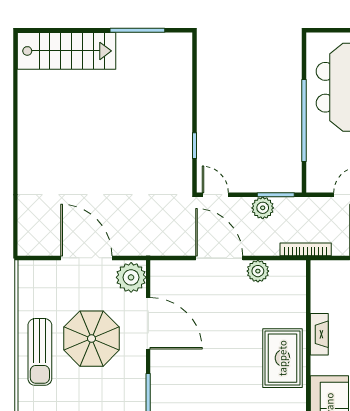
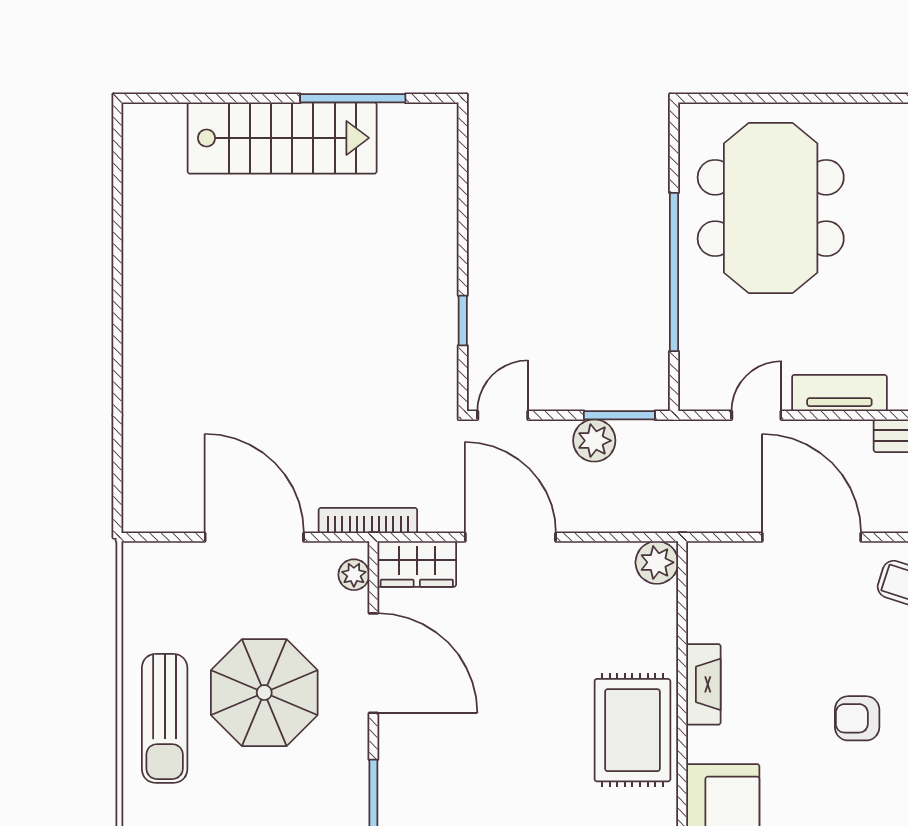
stairs: (66, 51) -> (282, 138), moved
door: (215, 195) -> (503, 415), hinge flipped
bookcase: (306, 249) -> (368, 520), moved
plant: (258, 271) -> (657, 562), moved
wardrobe: (171, 272) -> (417, 564), added
plant: (131, 277) -> (354, 575), width x0.53, depth x0.53

